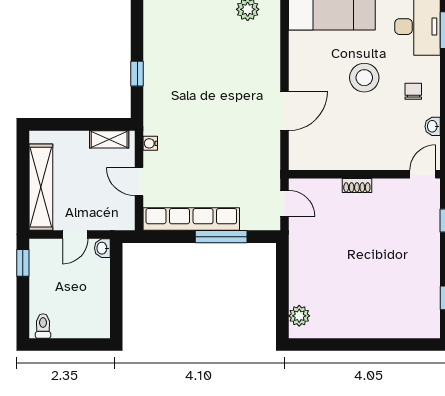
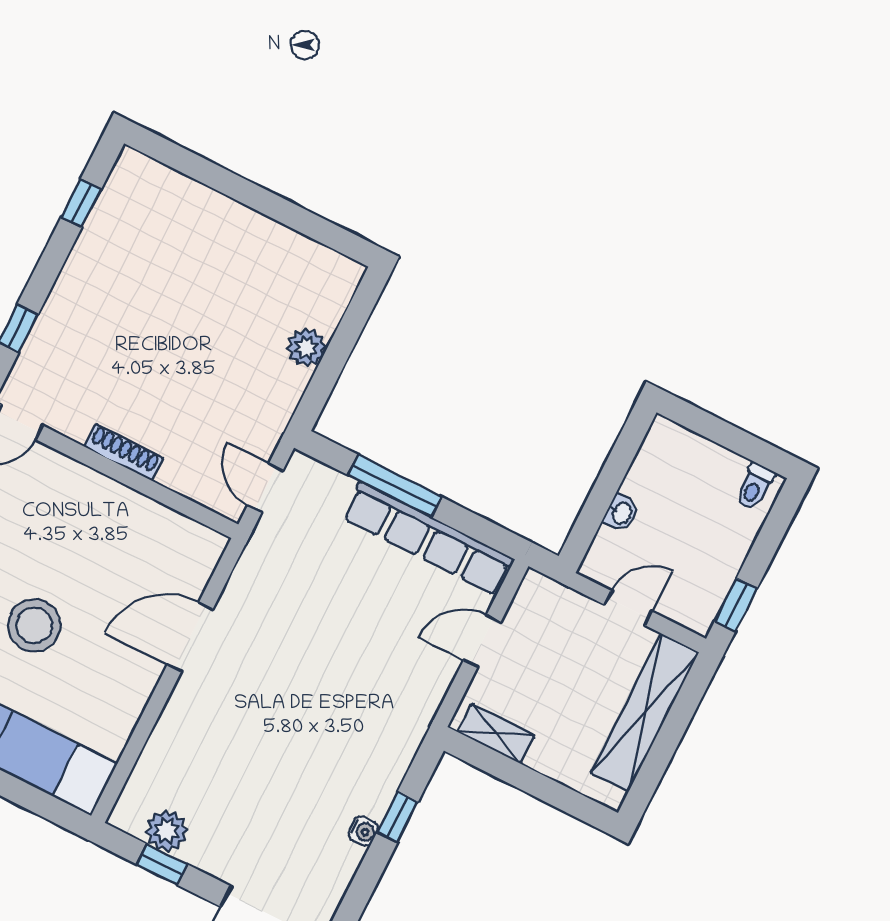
water cooler: (150, 143) -> (363, 831), moved
door: (139, 182) -> (482, 641), swing flipped
shoe rack: (357, 186) -> (124, 452), width x1.43
washbasin: (102, 248) -> (621, 513), moved
plant: (299, 316) -> (306, 348), moved

